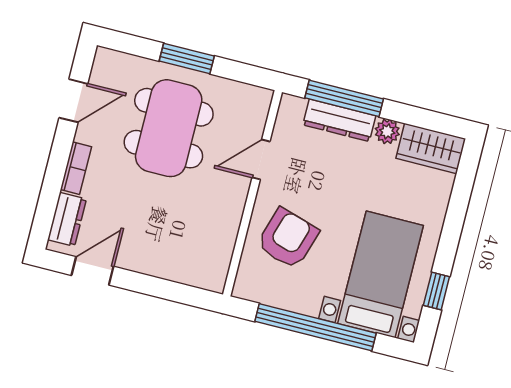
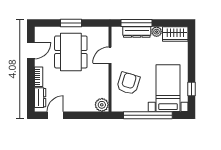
plant: (211, 274) -> (102, 105), added

